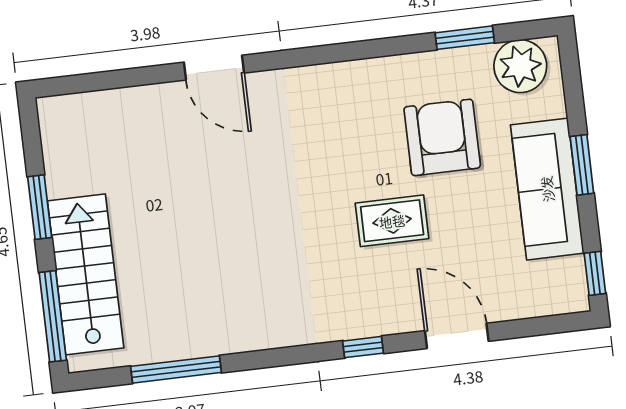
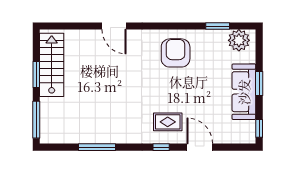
armchair: (442, 137) -> (176, 53), moved
rug: (392, 221) -> (168, 122), moved
stairs: (86, 274) -> (52, 65), moved
window: (176, 369) -> (97, 147), moved

